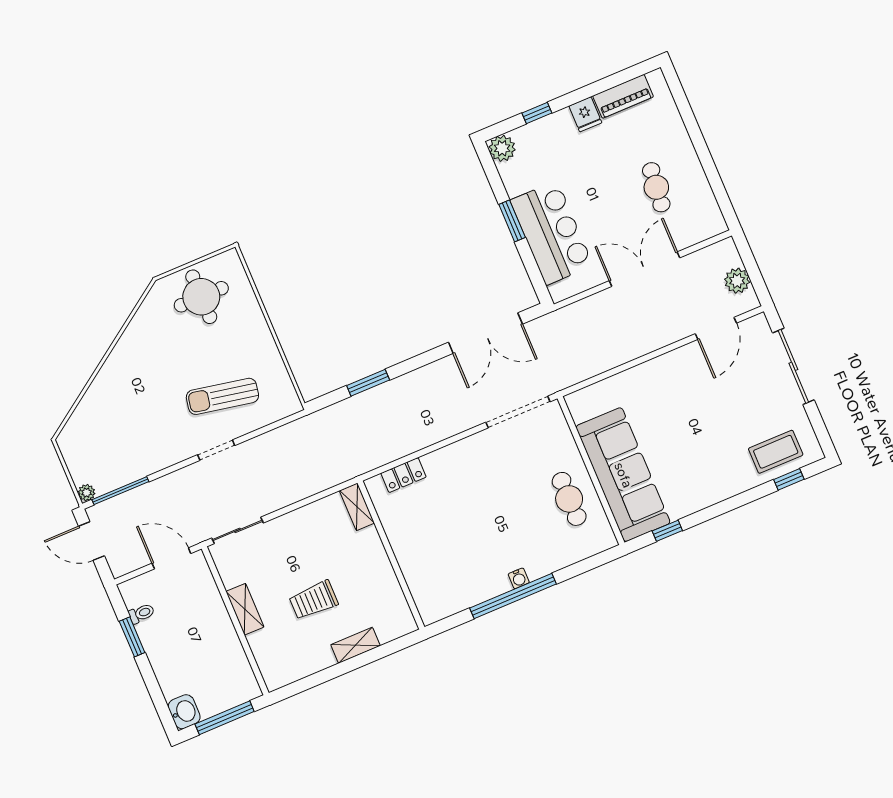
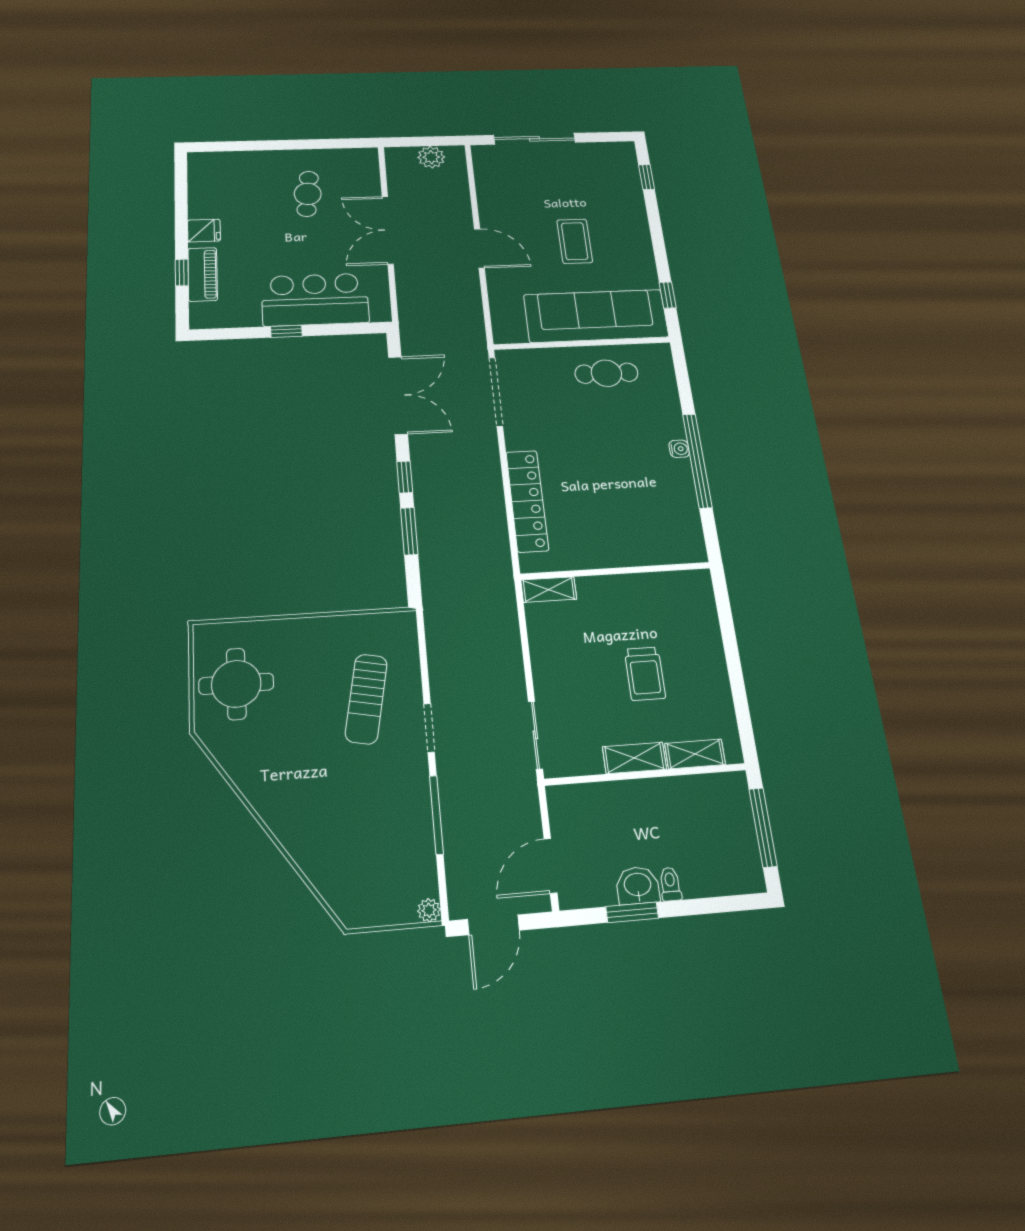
piano: (623, 96) -> (203, 274), moved
plant: (502, 148) -> (204, 316), removed
cafe table: (656, 187) -> (308, 194), turned 90
window: (512, 221) -> (286, 331), width x0.67
door: (716, 328) -> (479, 248), moved
window: (414, 364) -> (405, 477), added
coffee table: (776, 452) -> (575, 241), moved
locker: (403, 475) -> (527, 501), width x2.16, depth x1.21
window: (120, 491) -> (436, 815), moved
door: (171, 558) -> (550, 866), moved
toilet: (141, 613) -> (670, 884), moved
shelving: (356, 645) -> (695, 754), moved, turned 90
washbasin: (184, 712) -> (638, 885), moved

